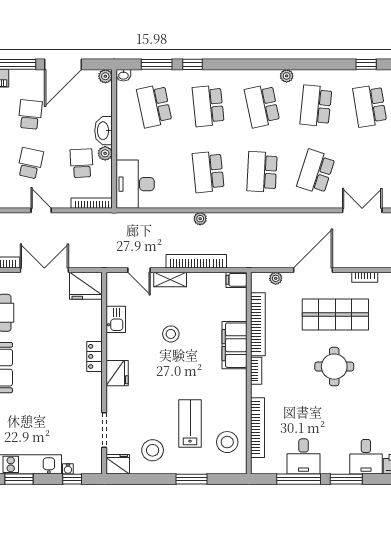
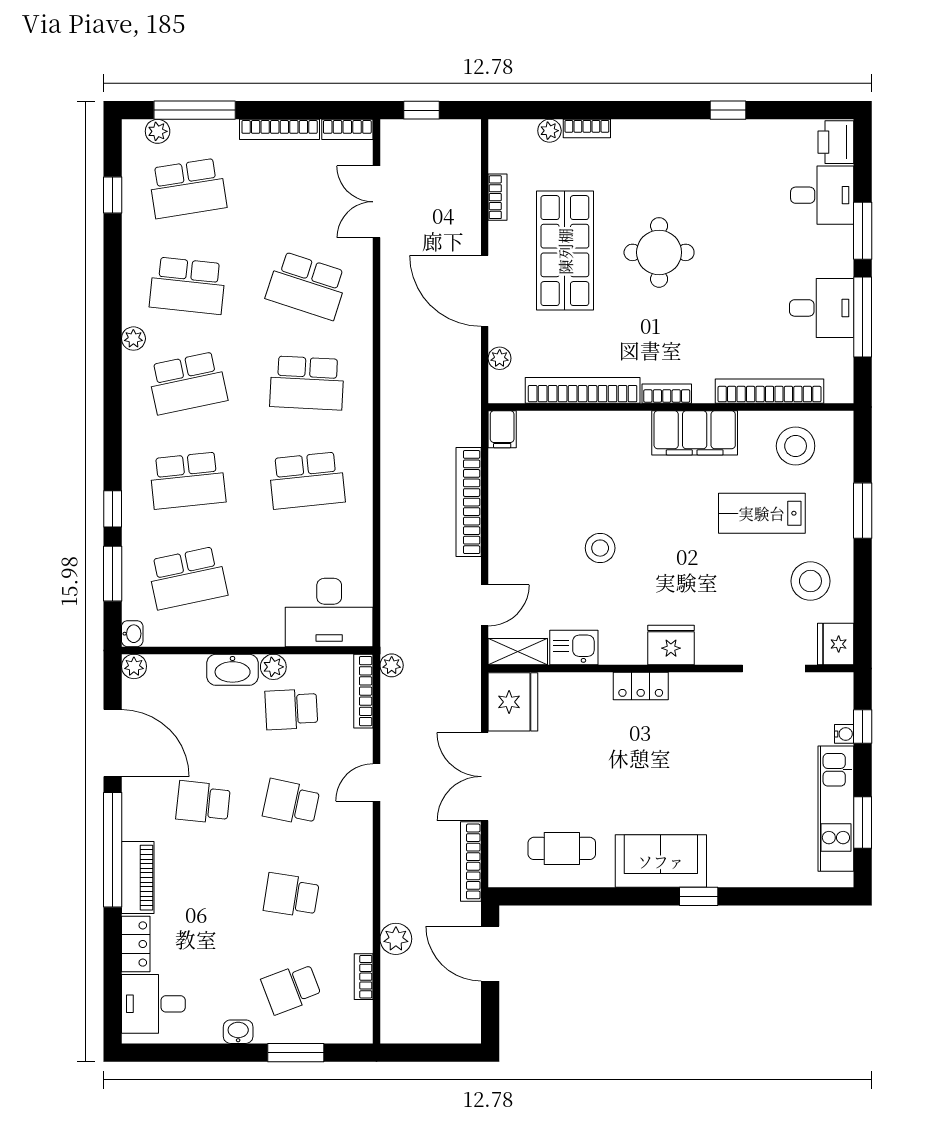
plant: (200, 219) -> (392, 665), moved
shelving: (170, 279) -> (518, 652), moved, turned 90
filing cabinet: (234, 345) -> (695, 433), moved

